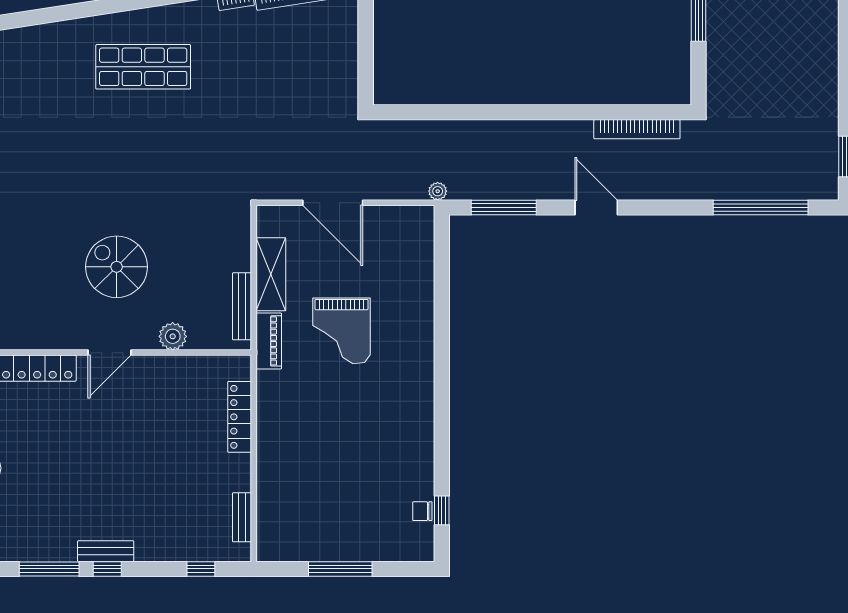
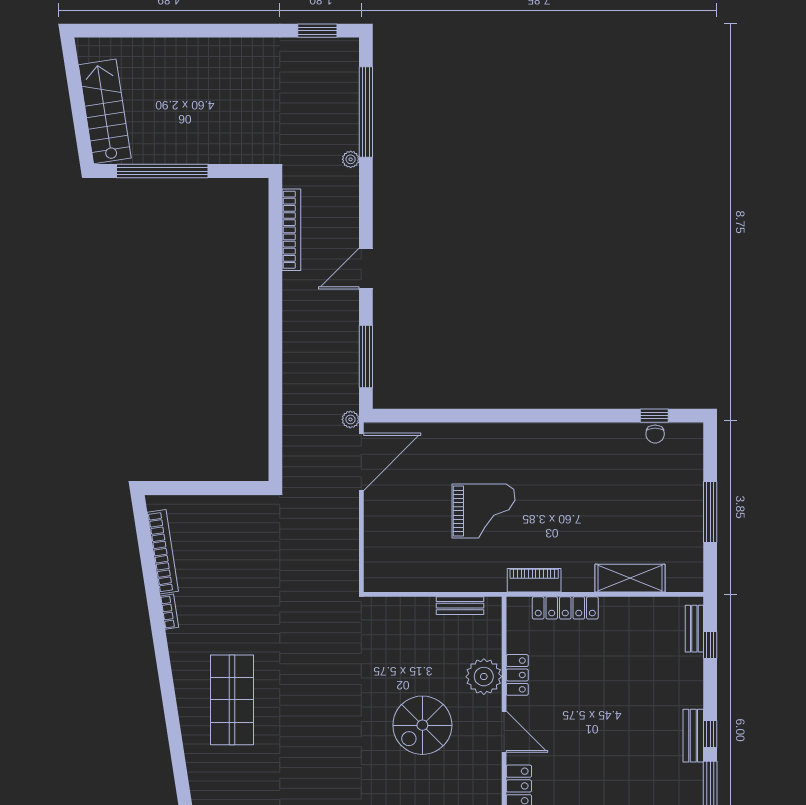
plant: (711, 191) -> (351, 159), added
door: (333, 203) -> (361, 462), moved
shelving: (271, 274) -> (630, 578), moved
bench: (242, 306) -> (460, 606), width x0.73
plant: (173, 336) -> (484, 677), width x1.36, depth x1.36
piano: (269, 341) -> (534, 580), moved
locker: (169, 366) -> (517, 675), added
bench: (242, 517) -> (694, 629), moved, turned 90

